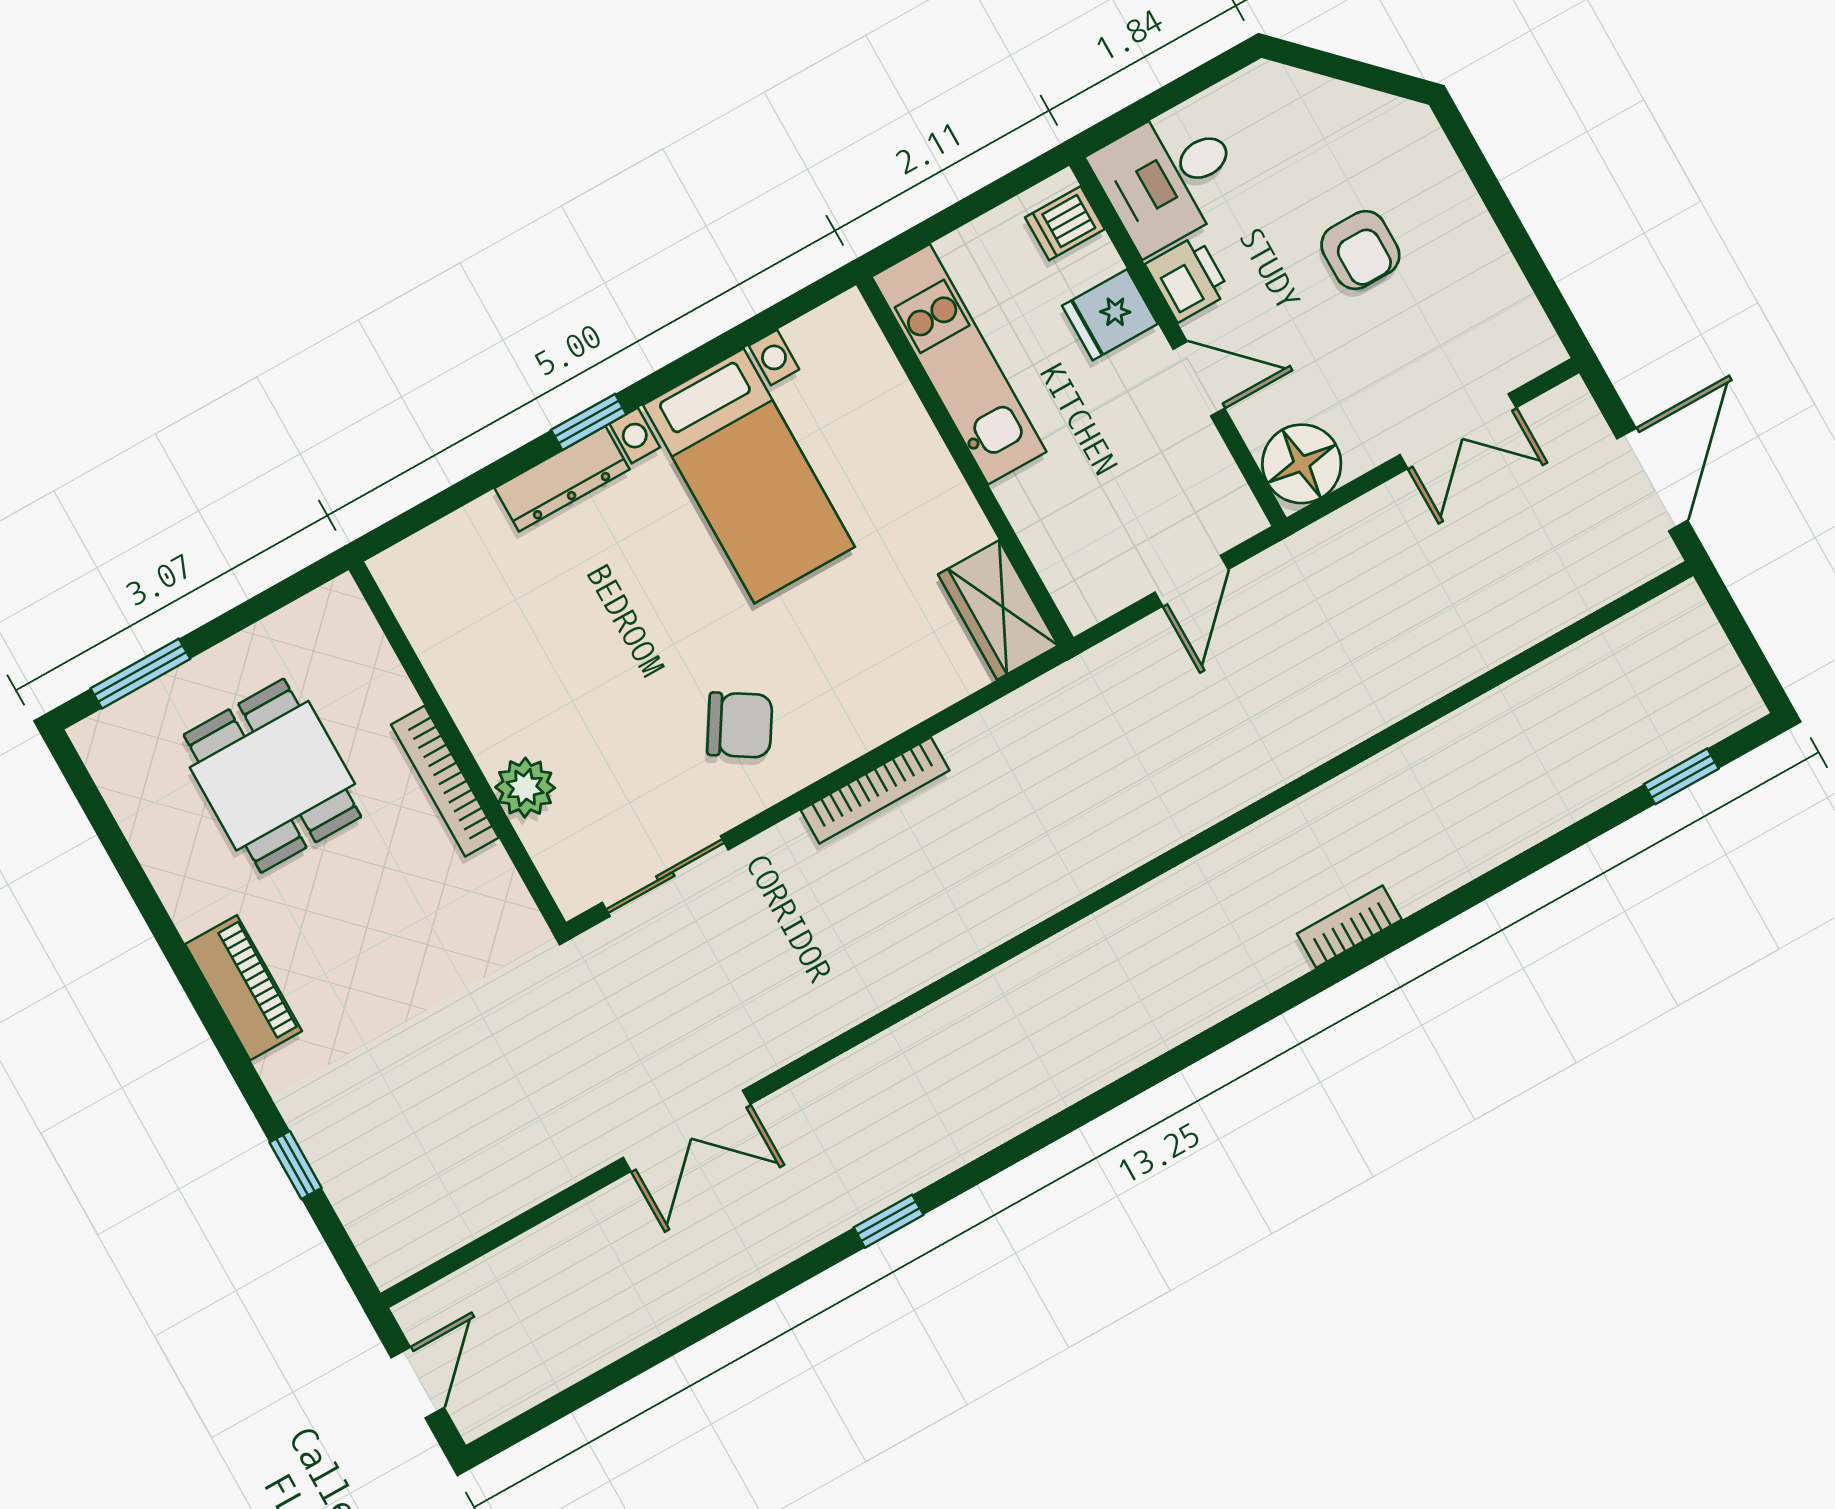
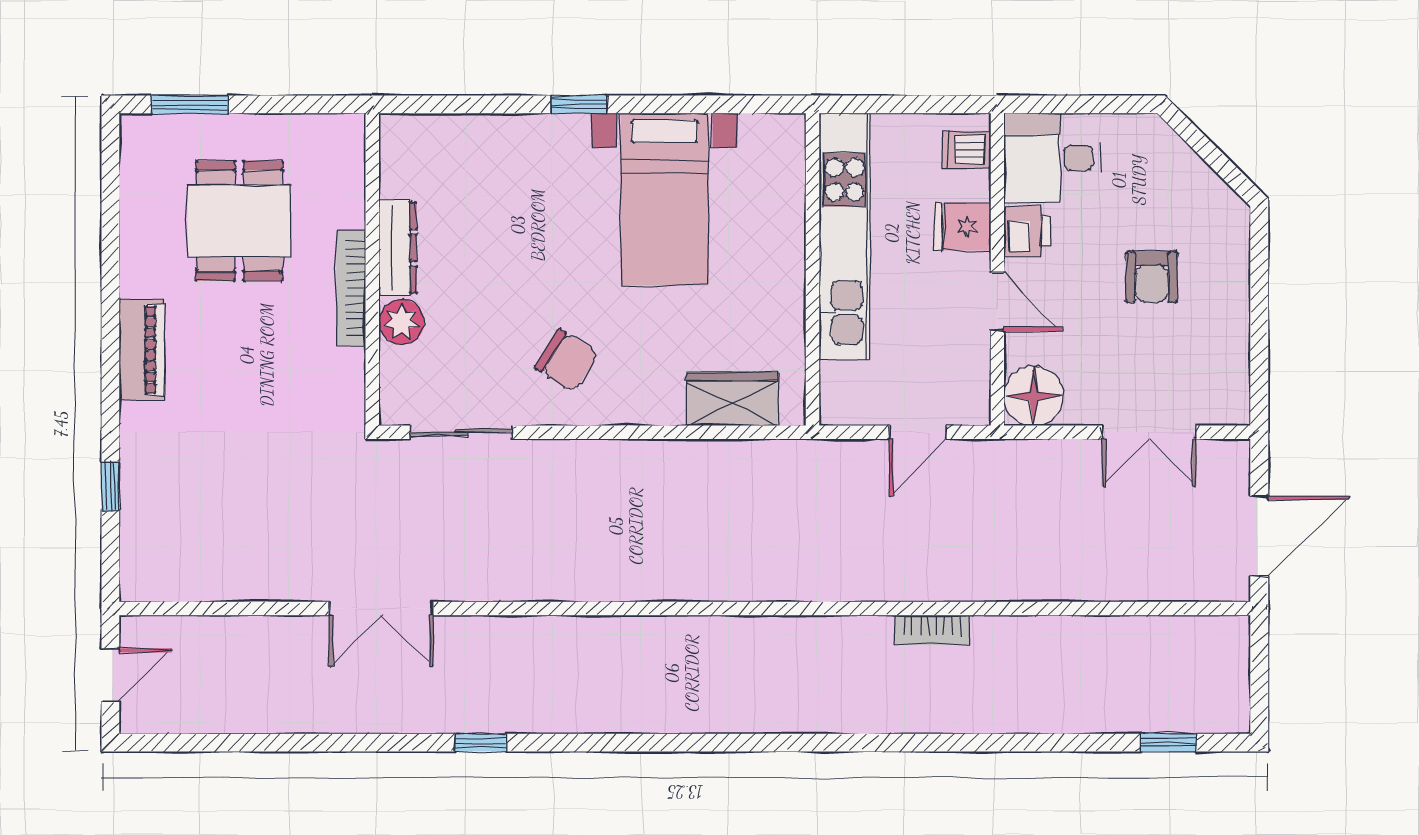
kitchen unit: (959, 364) -> (845, 236), width x1.36
dresser: (562, 479) -> (398, 248), moved, turned -90
wardrobe: (998, 610) -> (732, 399), moved, turned 90
bookcase: (875, 790) -> (631, 453), removed
bookcase: (1349, 927) -> (932, 630), moved, turned 180

